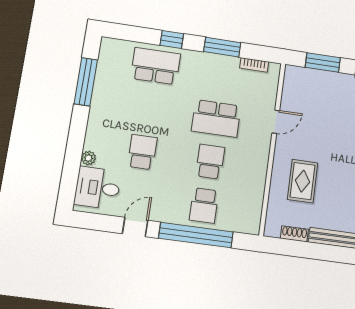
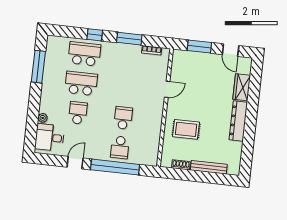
school desk: (216, 118) -> (81, 83), moved, turned 180
rug: (303, 181) -> (186, 129), turned 90

